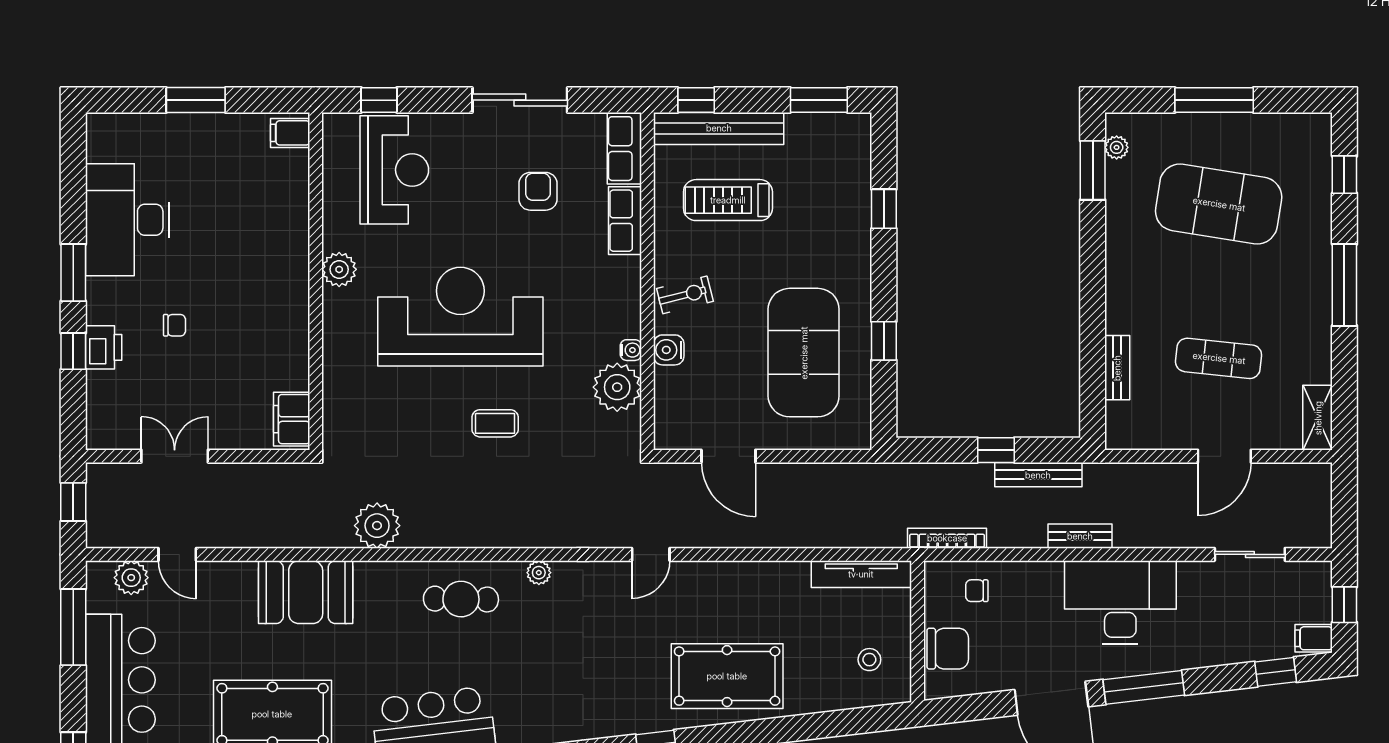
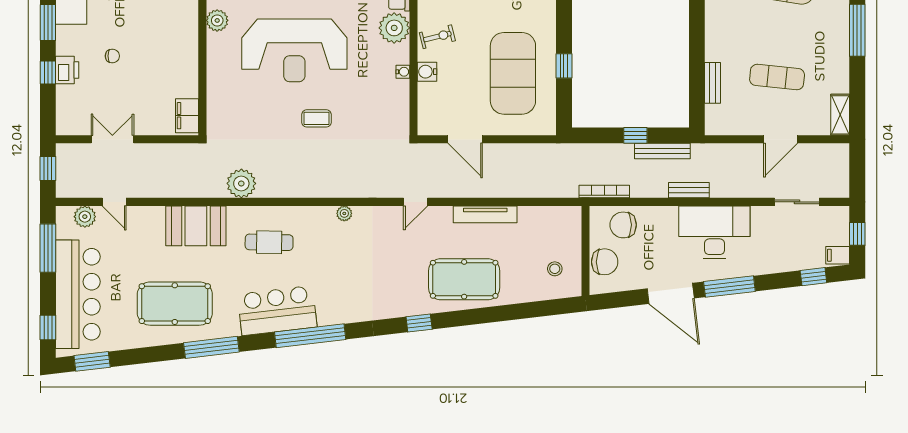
reception desk: (460, 317) -> (294, 50), turned 180
plant: (617, 387) -> (394, 28), moved
tv unit: (861, 574) -> (485, 214), moved
chair: (977, 591) -> (623, 225), width x1.87, depth x1.87
cafe table: (461, 599) -> (269, 242), moved

